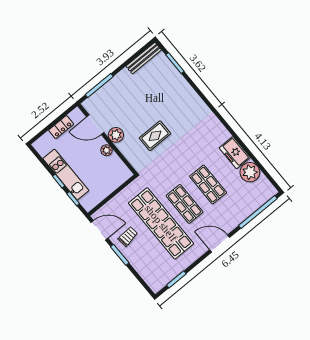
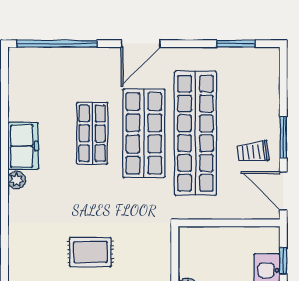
rug: (155, 136) -> (90, 252), moved
plant: (250, 172) -> (17, 180), moved, width x0.53, depth x0.53
shop shelf: (185, 204) -> (144, 133), width x1.43, depth x1.36
door: (220, 244) -> (141, 44), hinge flipped

